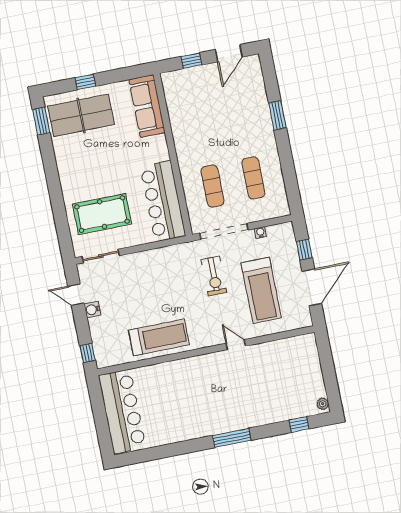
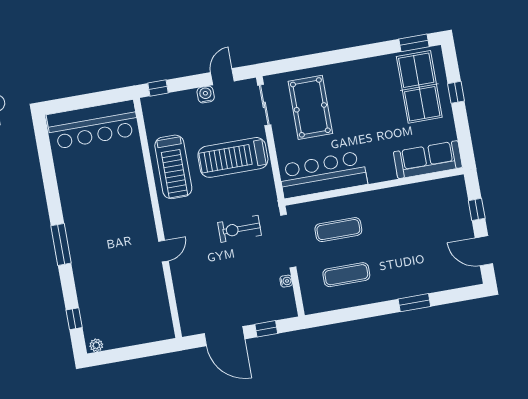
treadmill: (261, 290) -> (233, 157), moved

